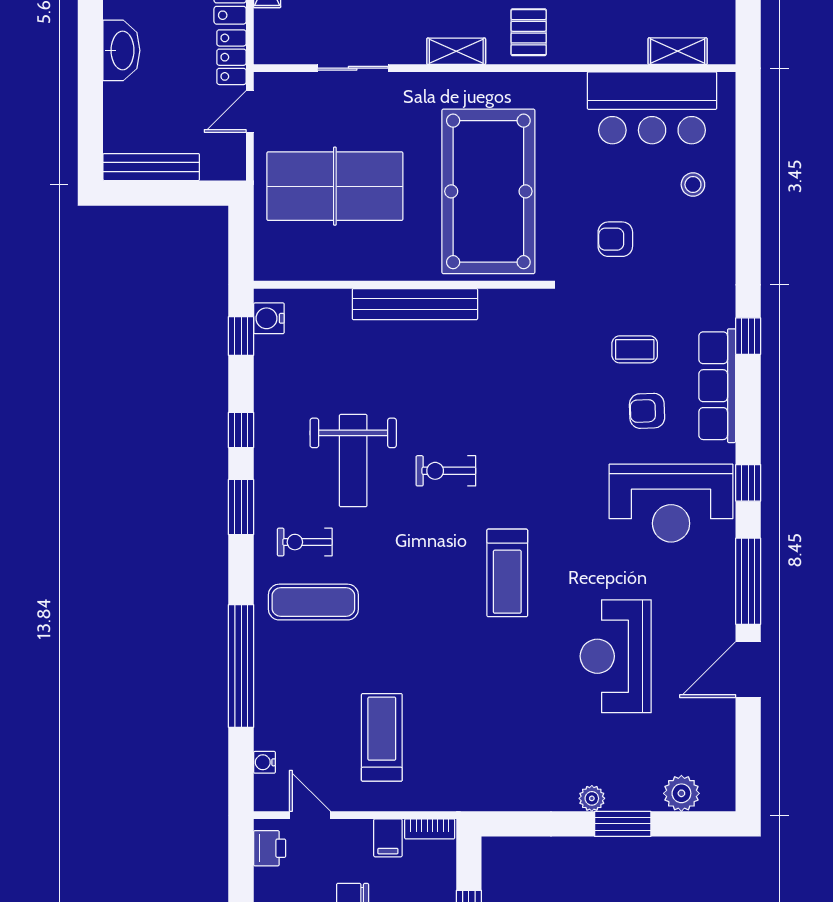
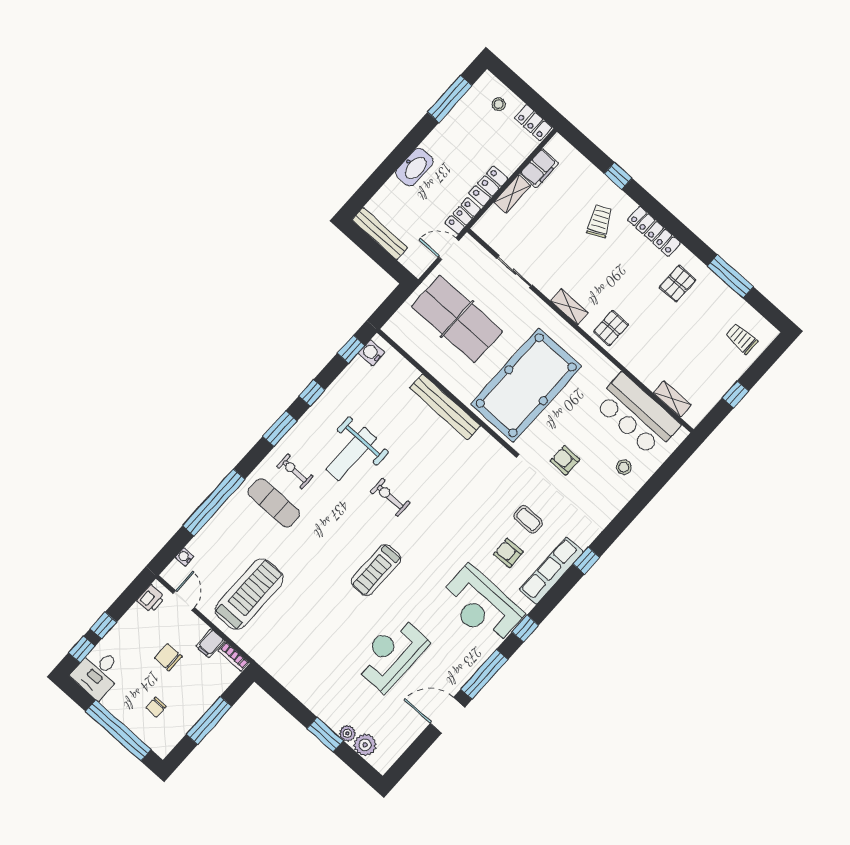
treadmill: (382, 737) -> (249, 594), width x1.37, depth x1.38
plant: (592, 798) -> (347, 733), moved

